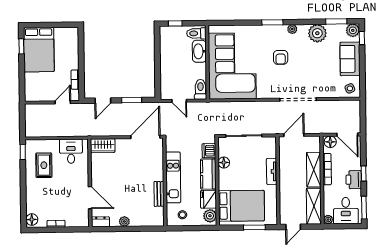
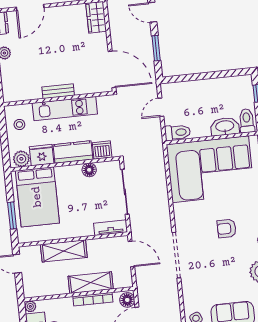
tv unit: (272, 171) -> (111, 228), moved
bench: (159, 194) -> (58, 91), moved
shelving: (314, 206) -> (64, 251), moved

